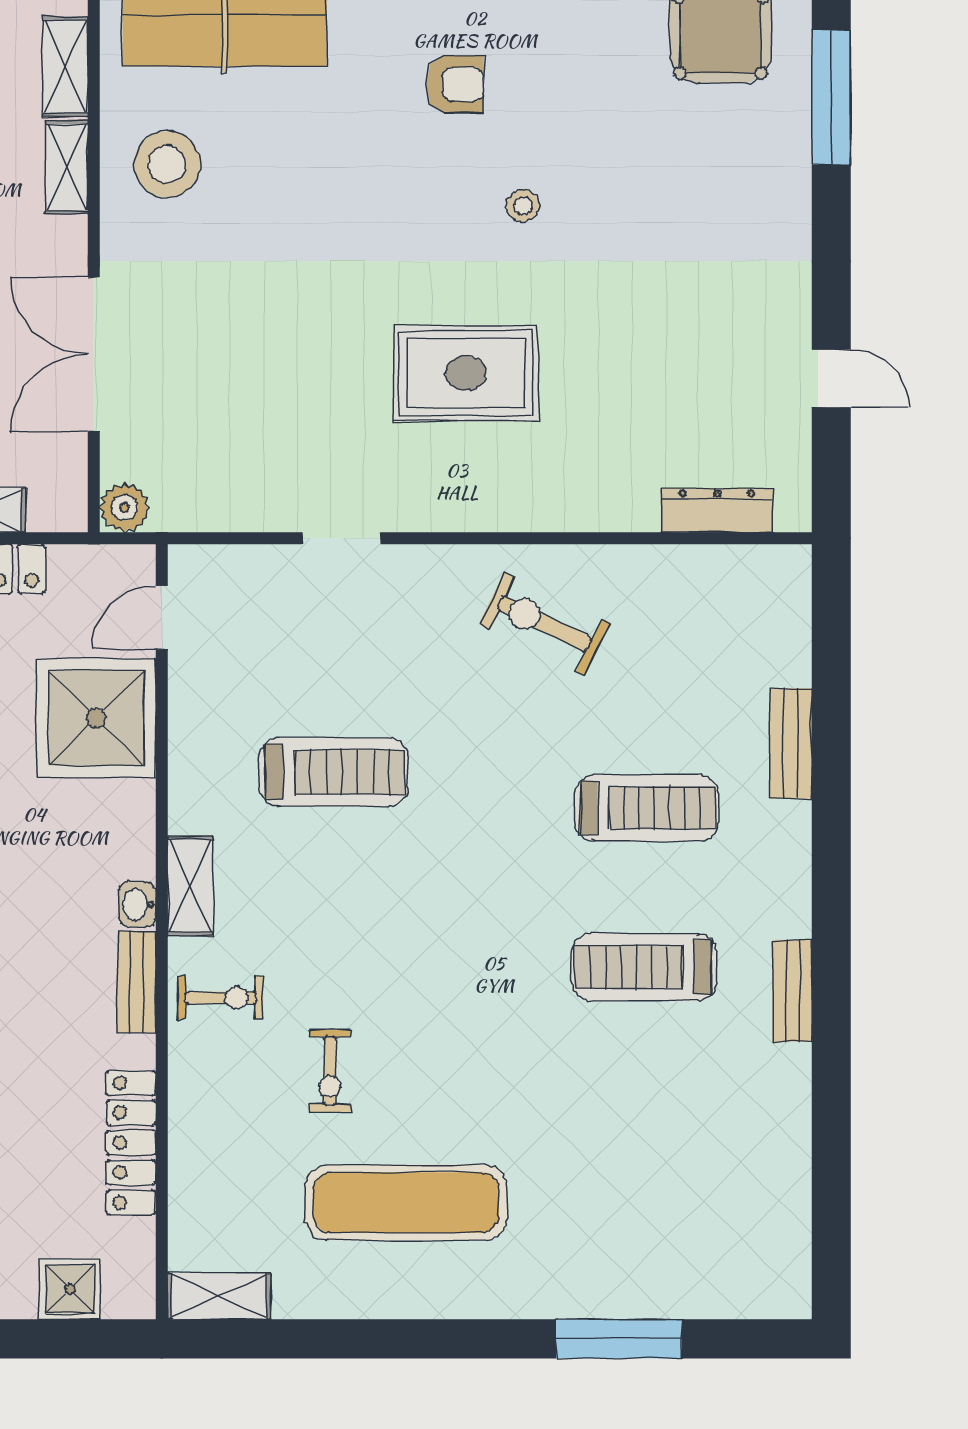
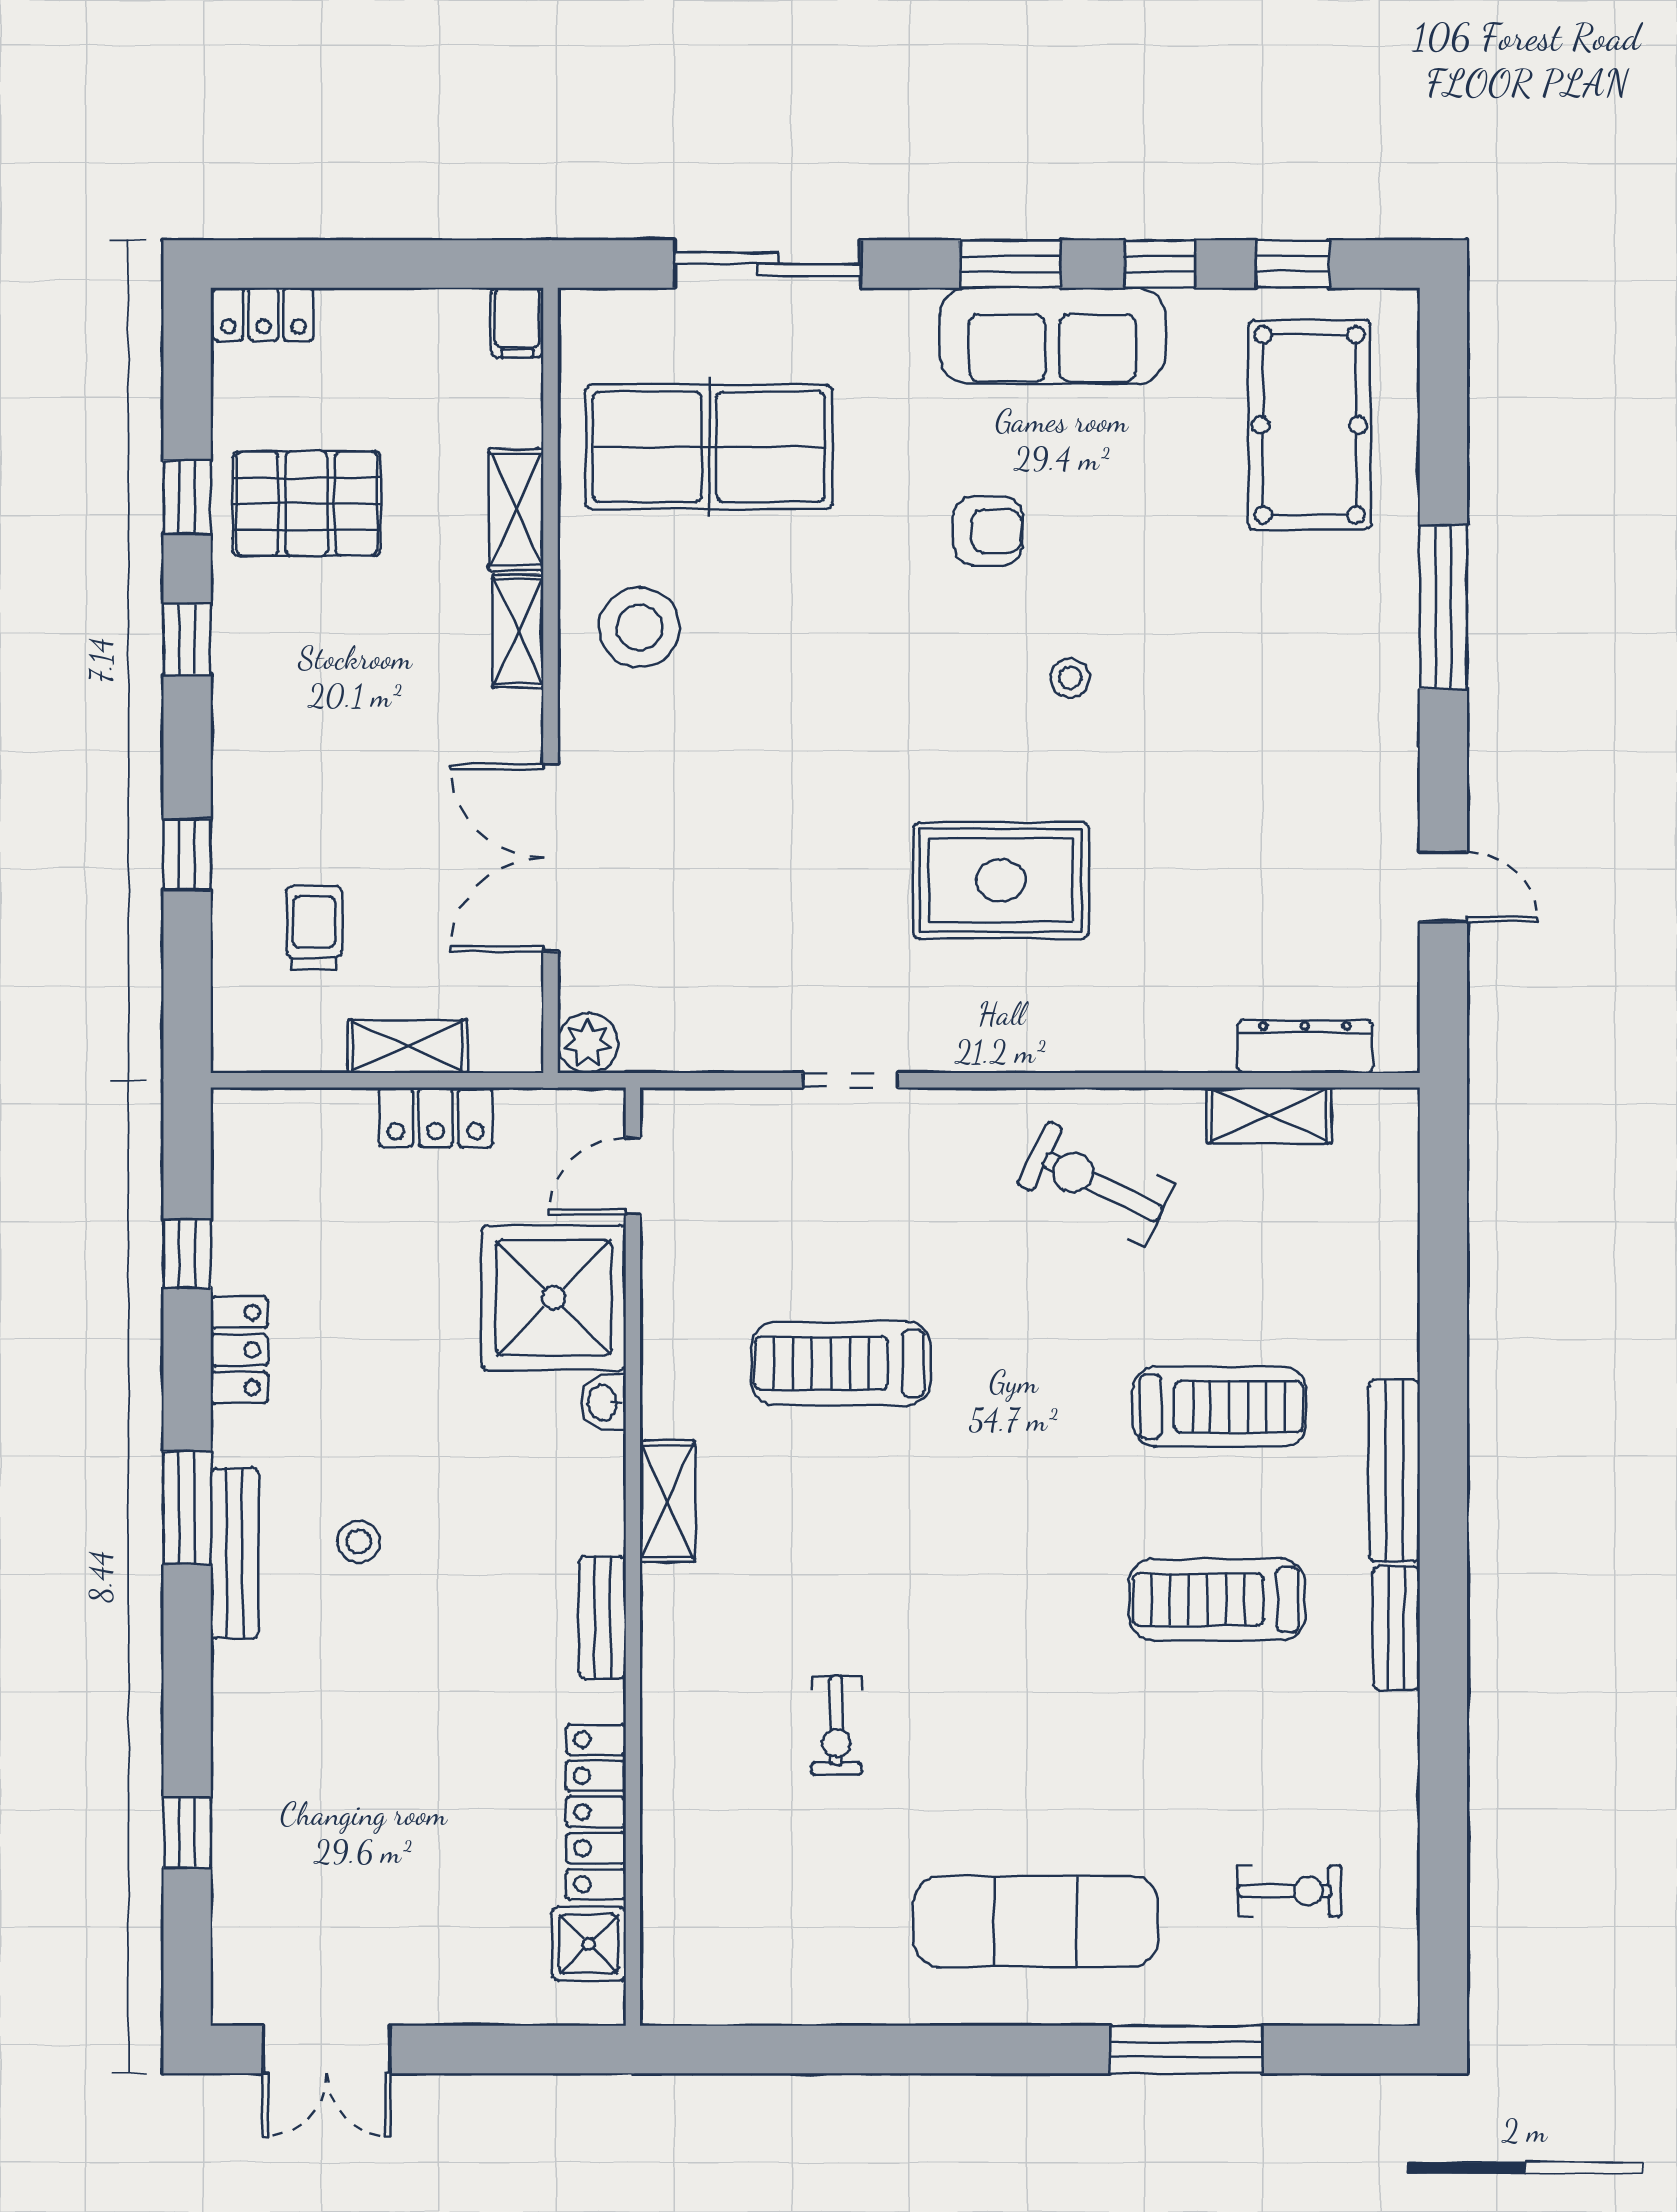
window: (831, 98) -> (1443, 607), moved
bench: (791, 743) -> (1394, 1471), moved, width x1.36
treadmill: (334, 772) -> (841, 1363), turned 180
washbasin: (137, 904) -> (603, 1403), moved
exercise bike: (221, 998) -> (1290, 1891), moved
exercise mat: (406, 1203) -> (1036, 1922), moved
shower: (70, 1289) -> (589, 1944), moved
shelving: (219, 1296) -> (1269, 1115), moved

